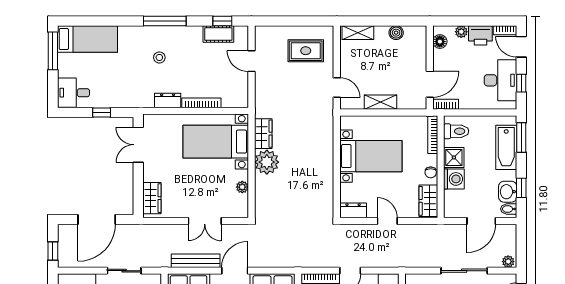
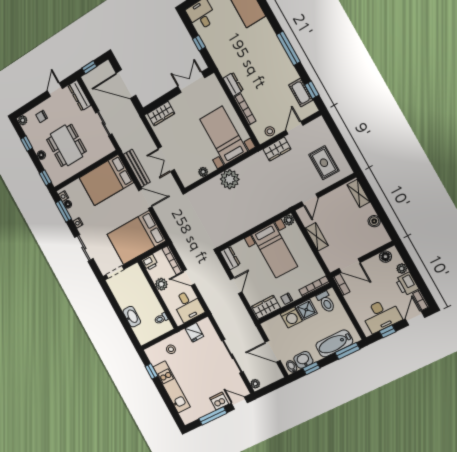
stool: (159, 57) -> (270, 131), moved
plant: (346, 122) -> (289, 220), added
wardrobe: (263, 134) -> (277, 149), moved

